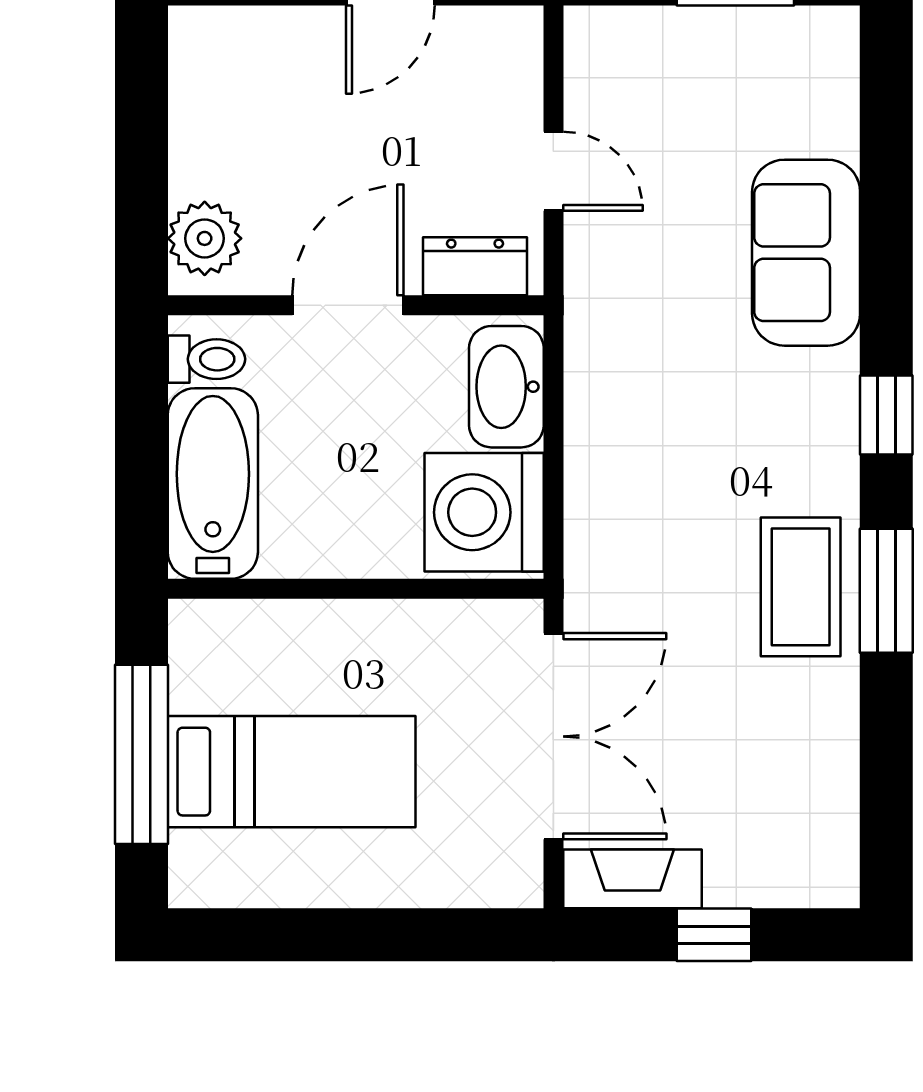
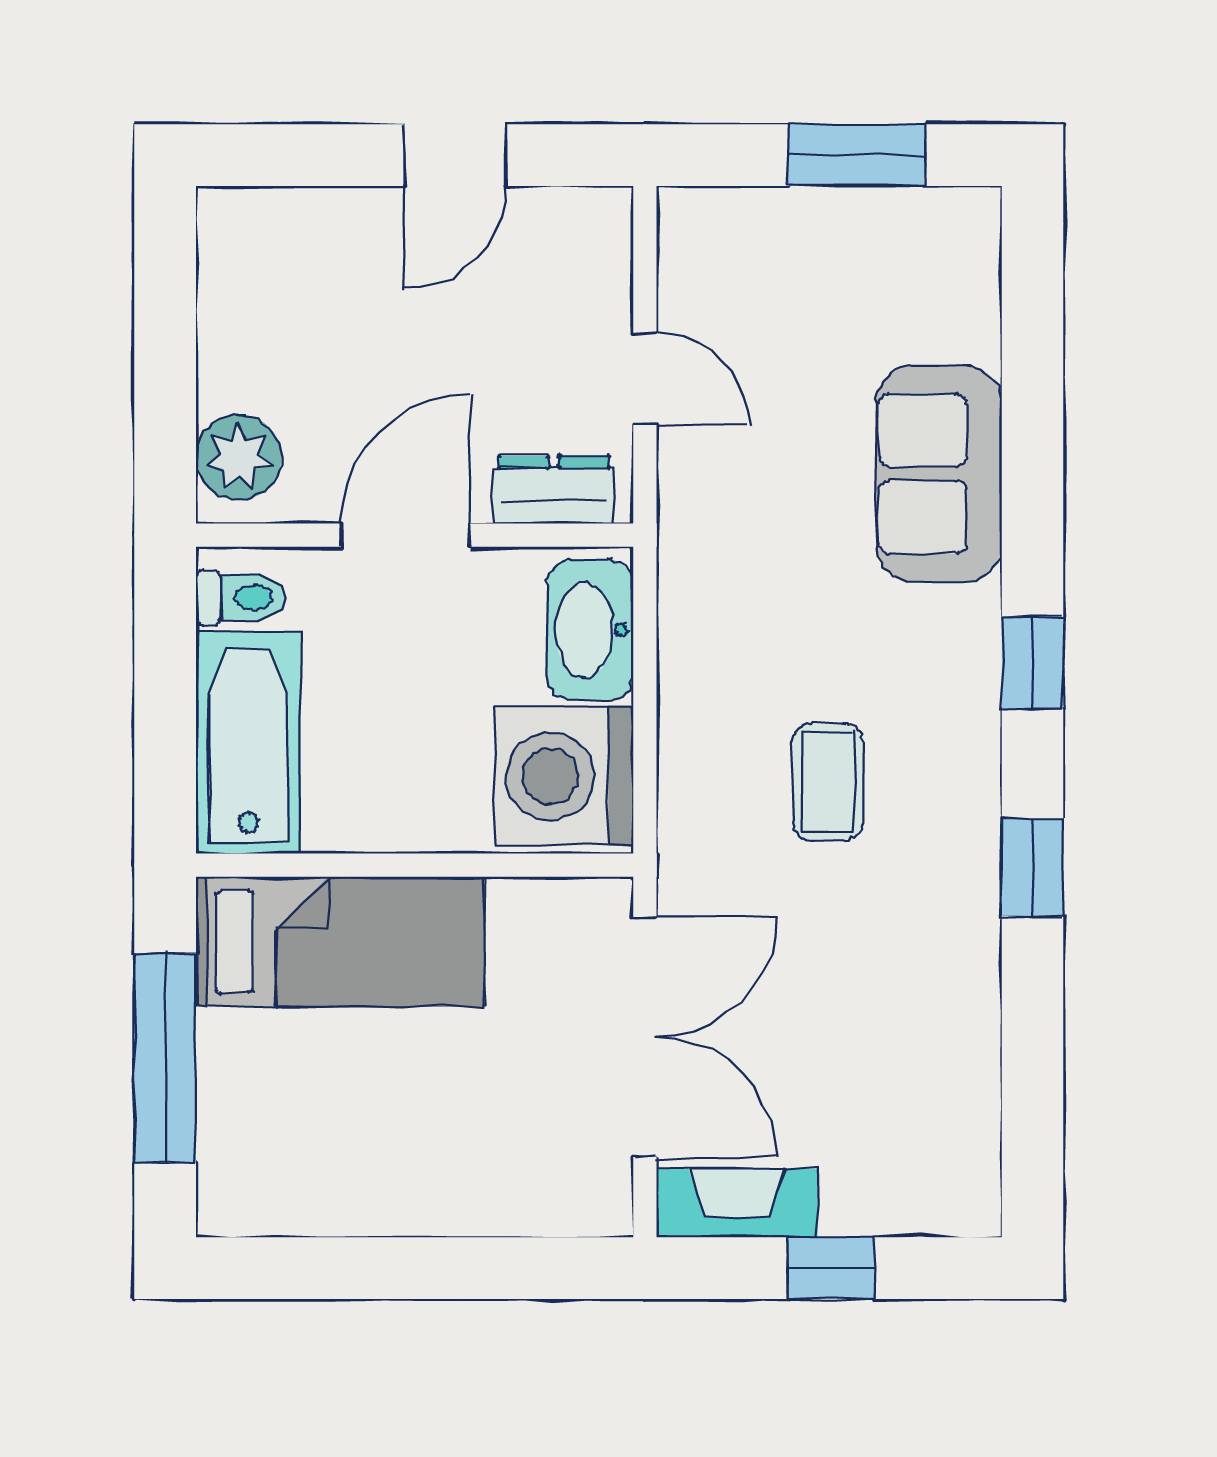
coffee table: (801, 587) -> (828, 782), moved, width x0.73, depth x0.77
window: (886, 591) -> (1033, 868), width x0.67
bed: (292, 772) -> (340, 942), moved

